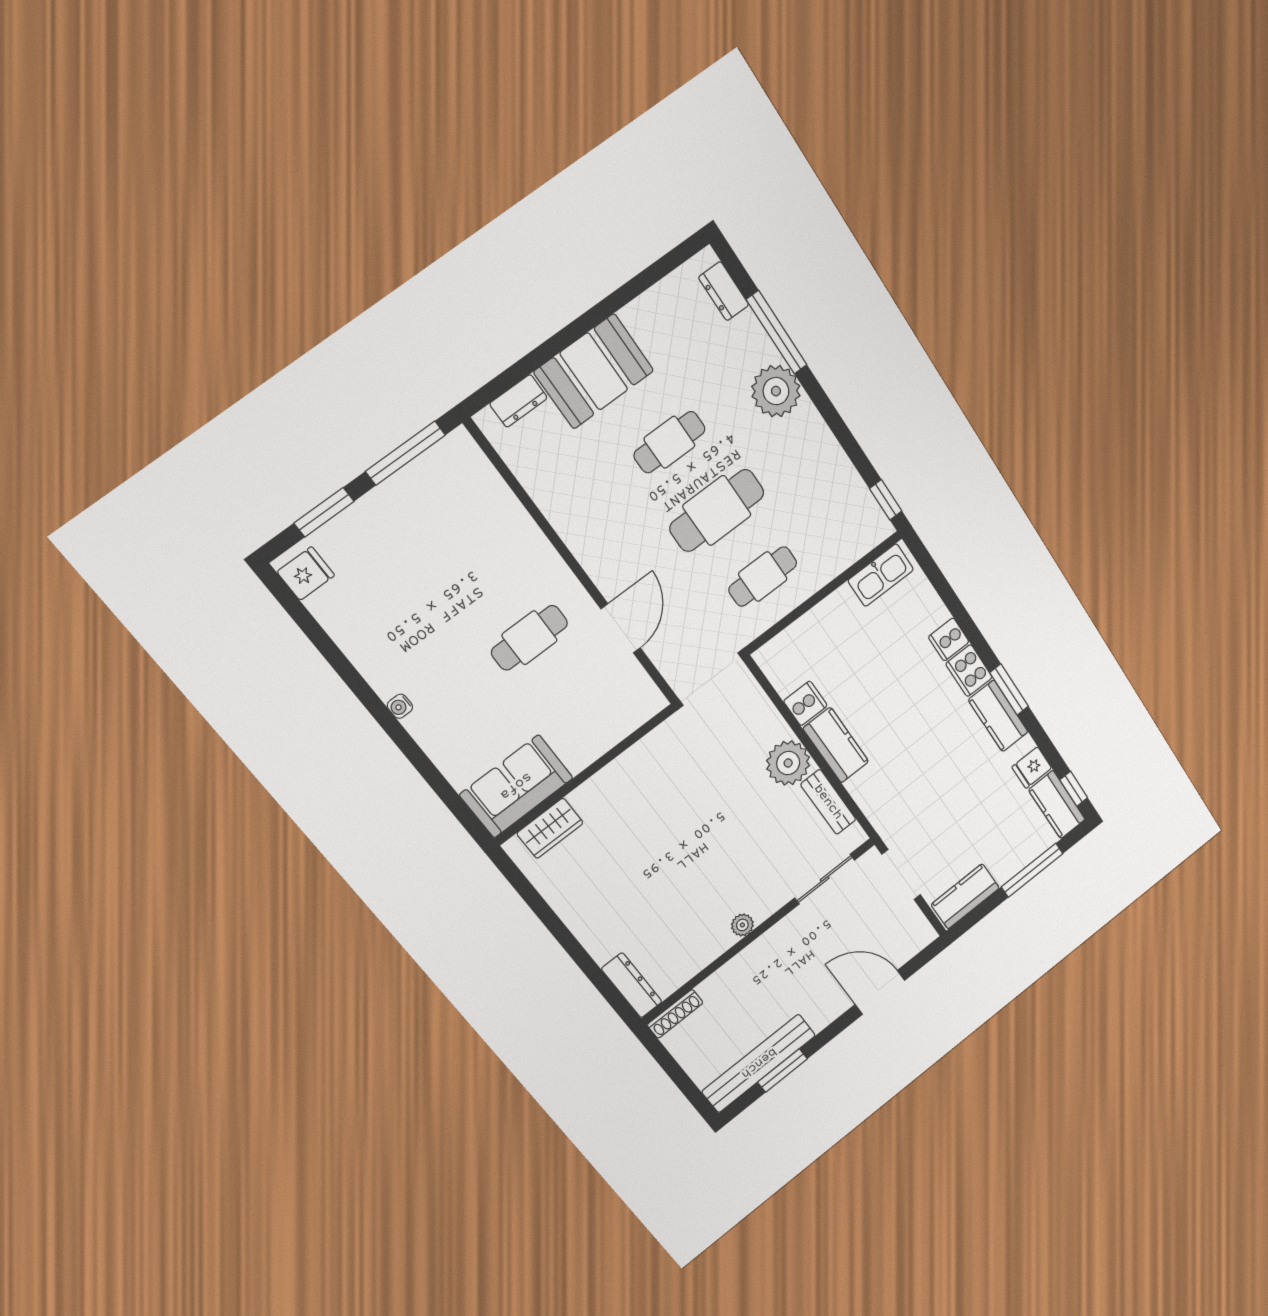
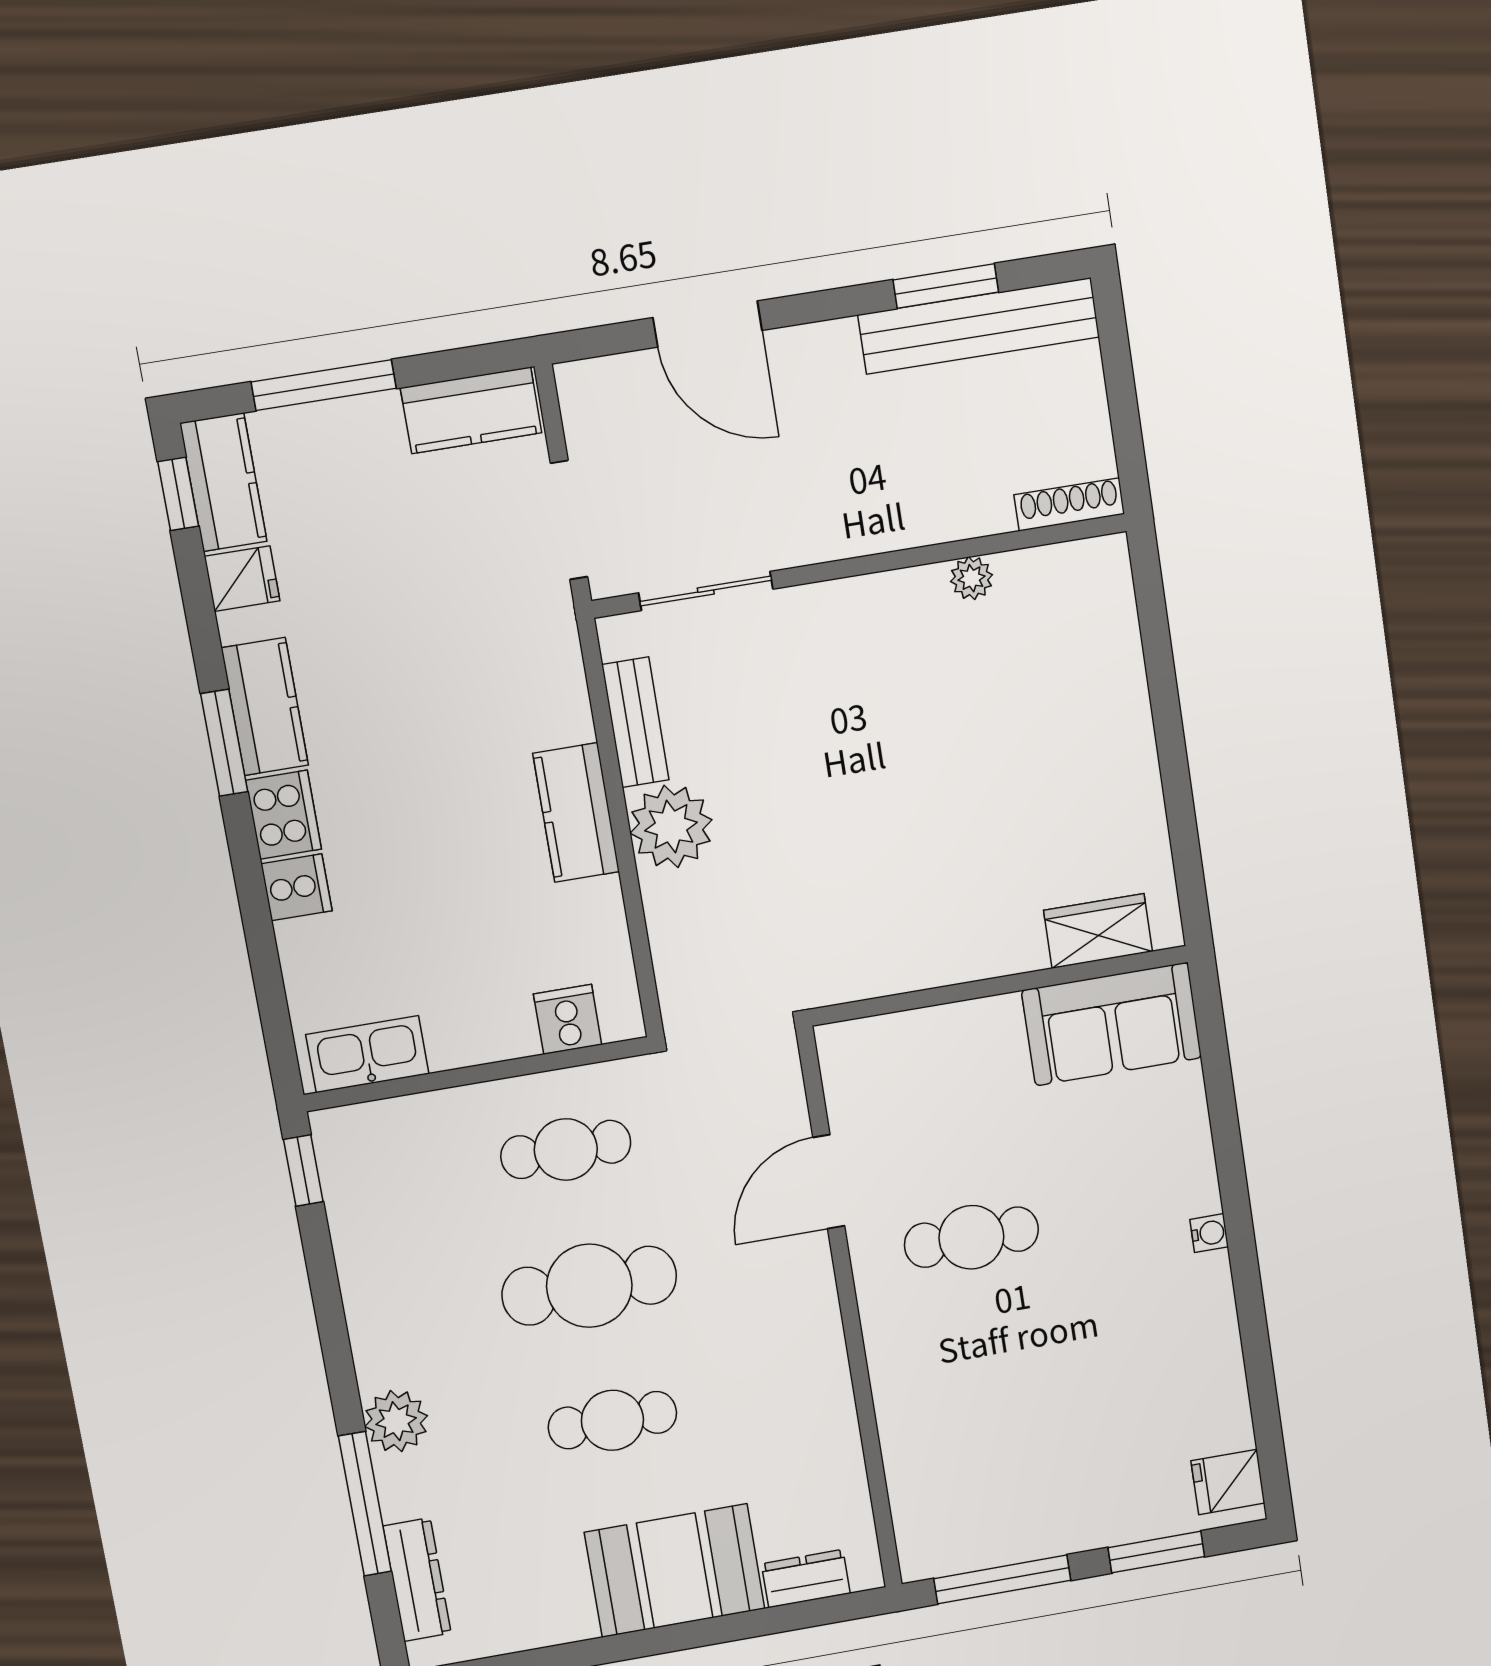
dresser: (724, 291) -> (417, 1580), width x1.44
plant: (776, 391) -> (396, 1421), width x0.73, depth x0.73
cooker: (805, 703) -> (568, 1019), moved, turned 90
plant: (742, 925) -> (972, 578), moved
dresser: (632, 985) -> (1112, 598), removed

